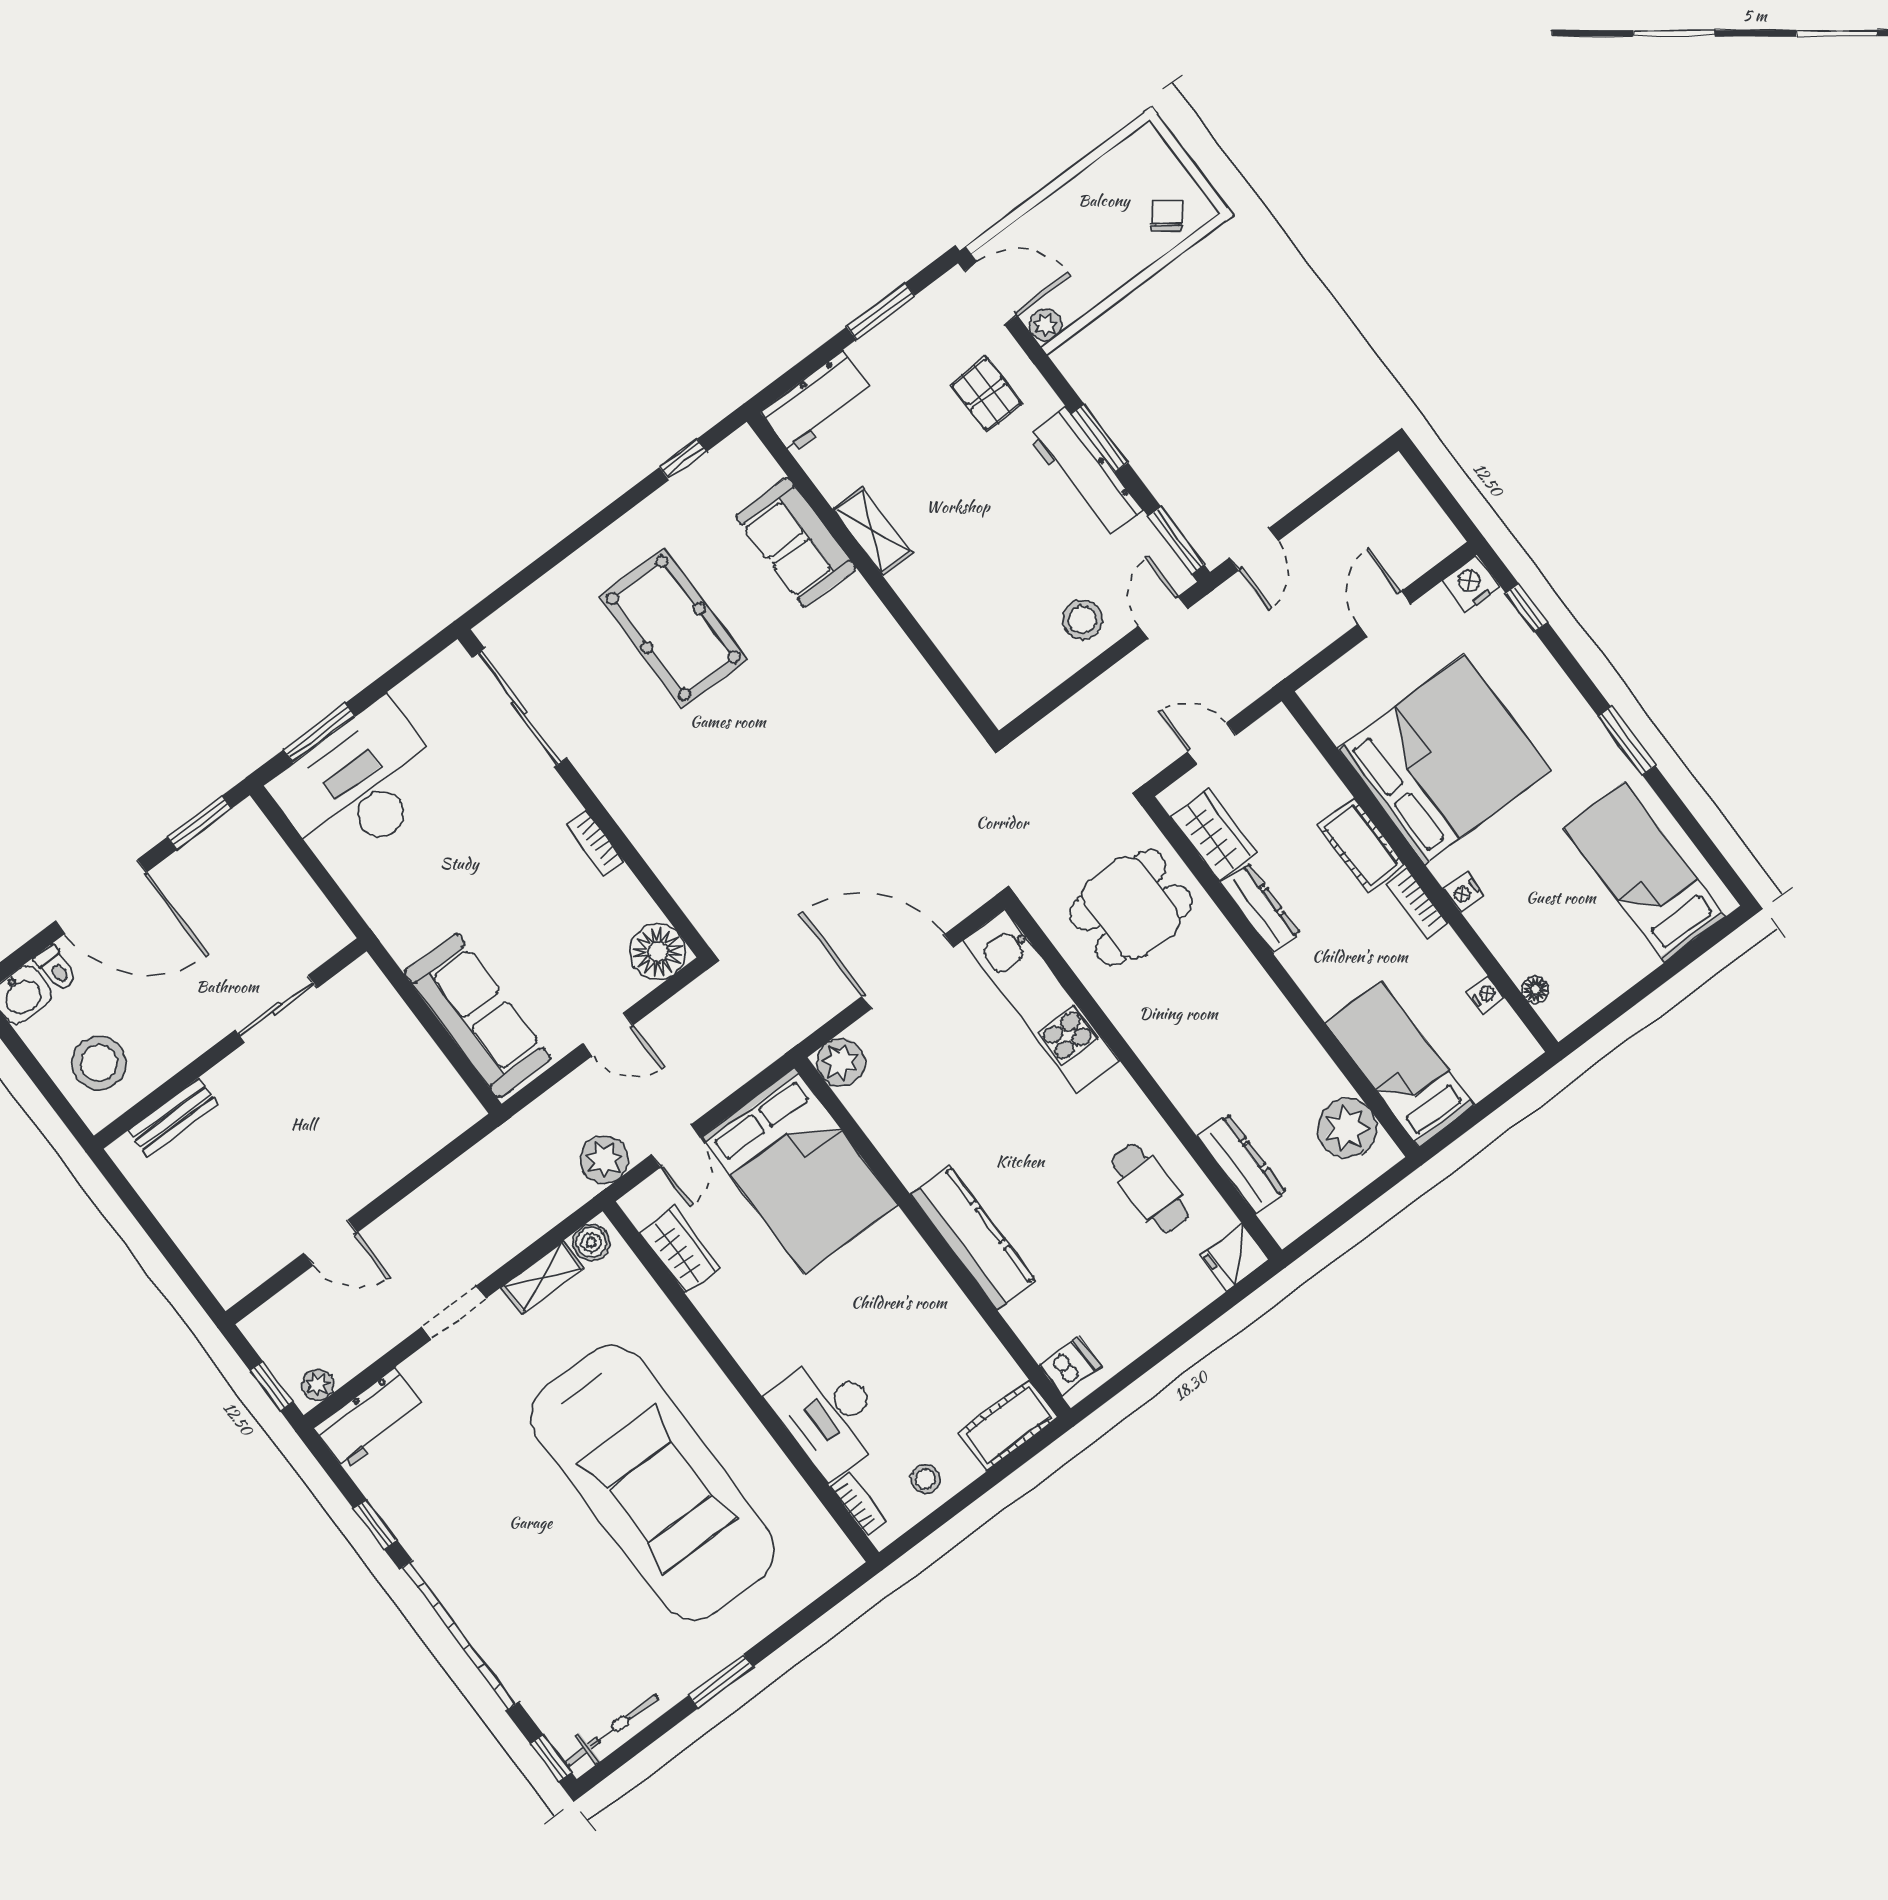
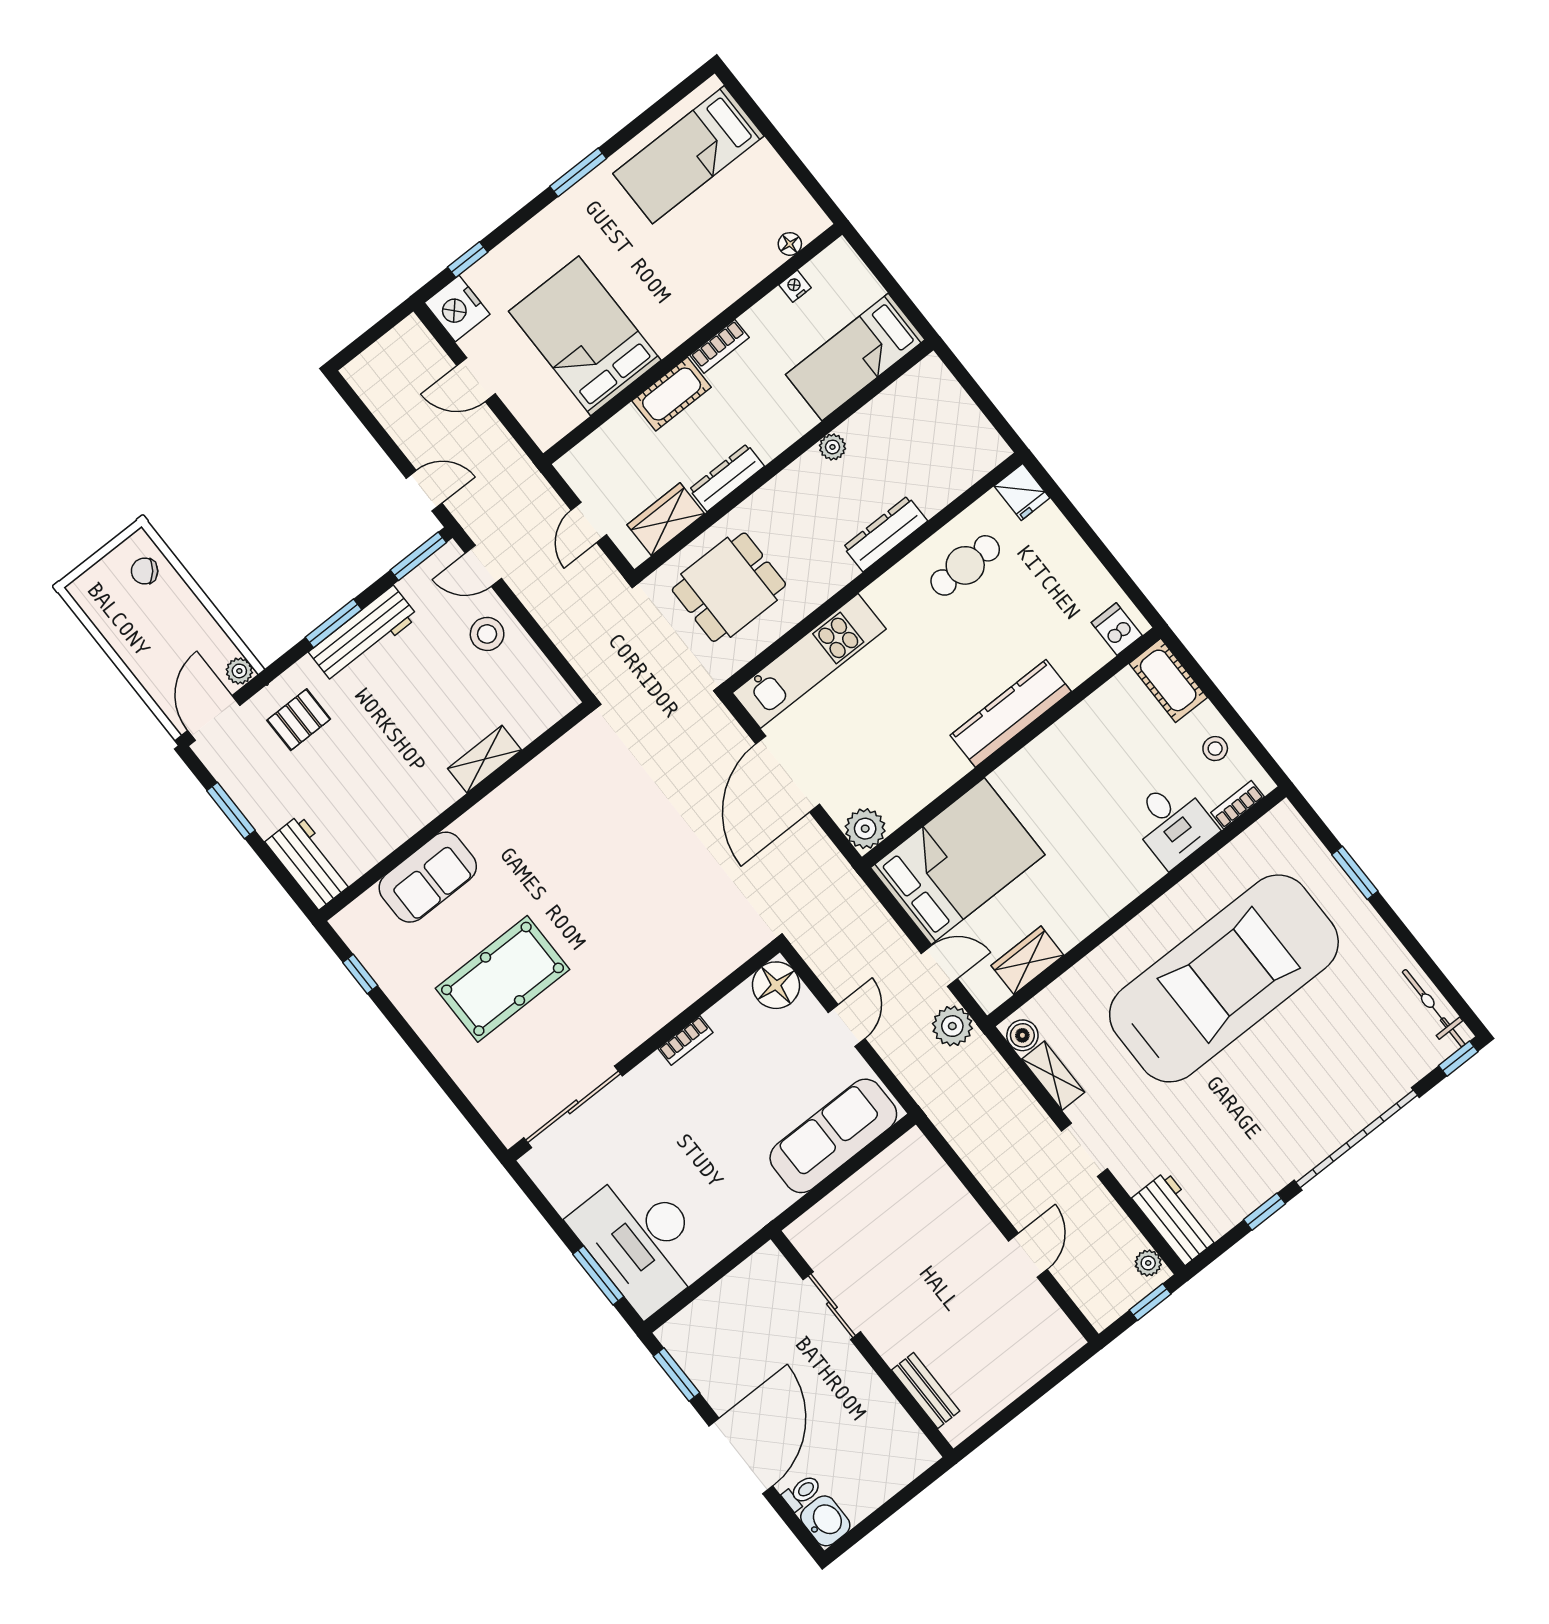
shelving: (872, 531) -> (485, 759), moved
nightstand: (1471, 584) -> (457, 308), width x1.36, depth x1.33
bed: (1444, 760) -> (585, 336), width x0.73
nightstand: (1464, 893) -> (710, 306), removed
dining table: (1131, 908) -> (729, 587), turned 90
stool: (99, 1063) -> (881, 1454), removed
plant: (1347, 1128) -> (832, 447), moved, width x0.53, depth x0.53
dresser: (1242, 1164) -> (885, 534), moved
desk: (829, 1415) -> (1173, 823), width x0.73
window: (721, 1681) -> (1355, 873), moved

